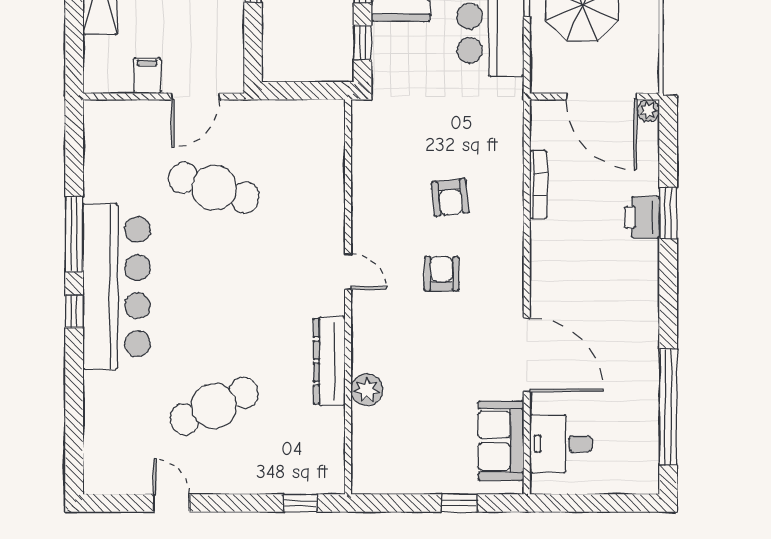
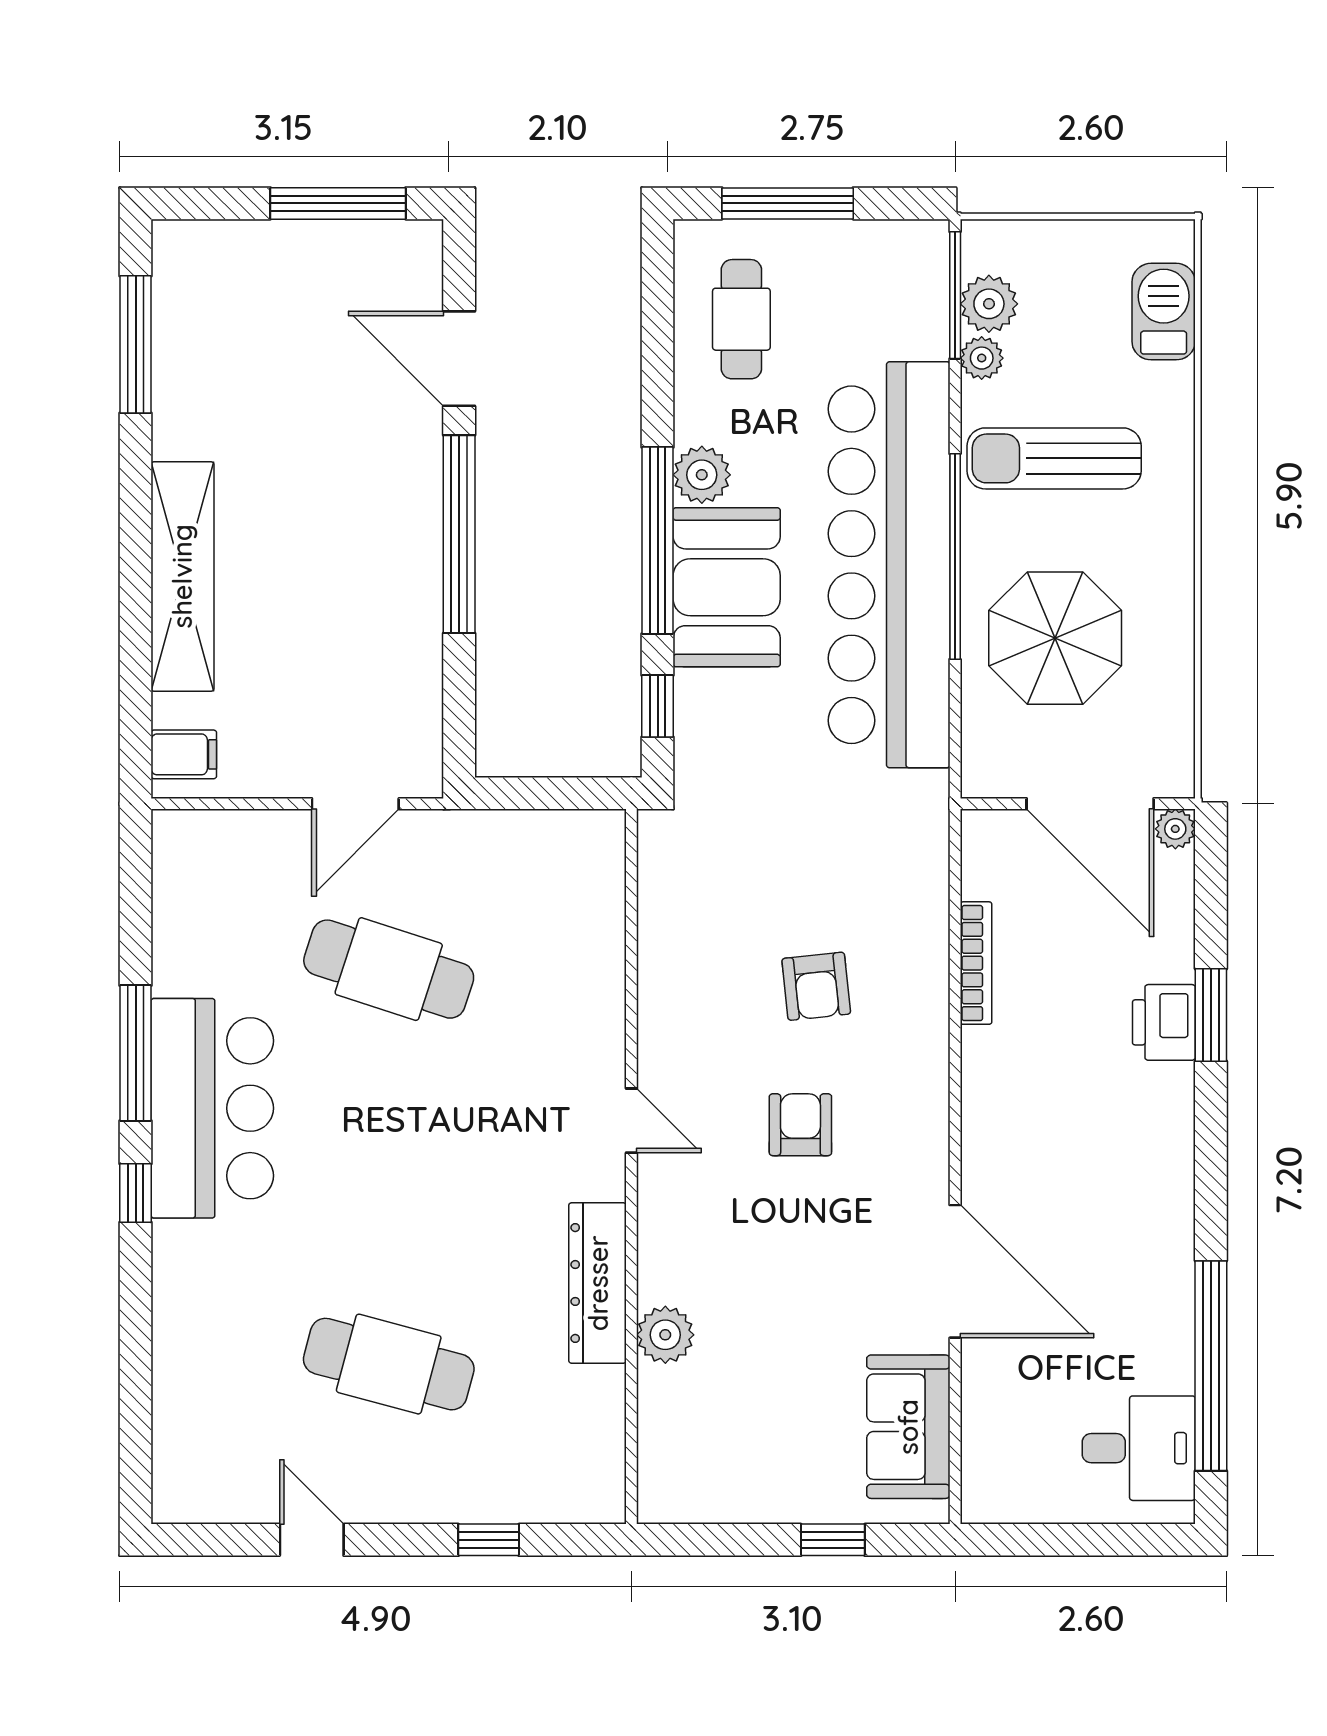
filing cabinet: (147, 76) -> (184, 754), moved, turned 90
bar counter: (117, 287) -> (212, 1108), width x0.73
cafe table: (214, 406) -> (389, 1364), turned 39
desk: (561, 444) -> (1139, 1448), moved, turned 180
window: (300, 503) -> (489, 1540), moved

